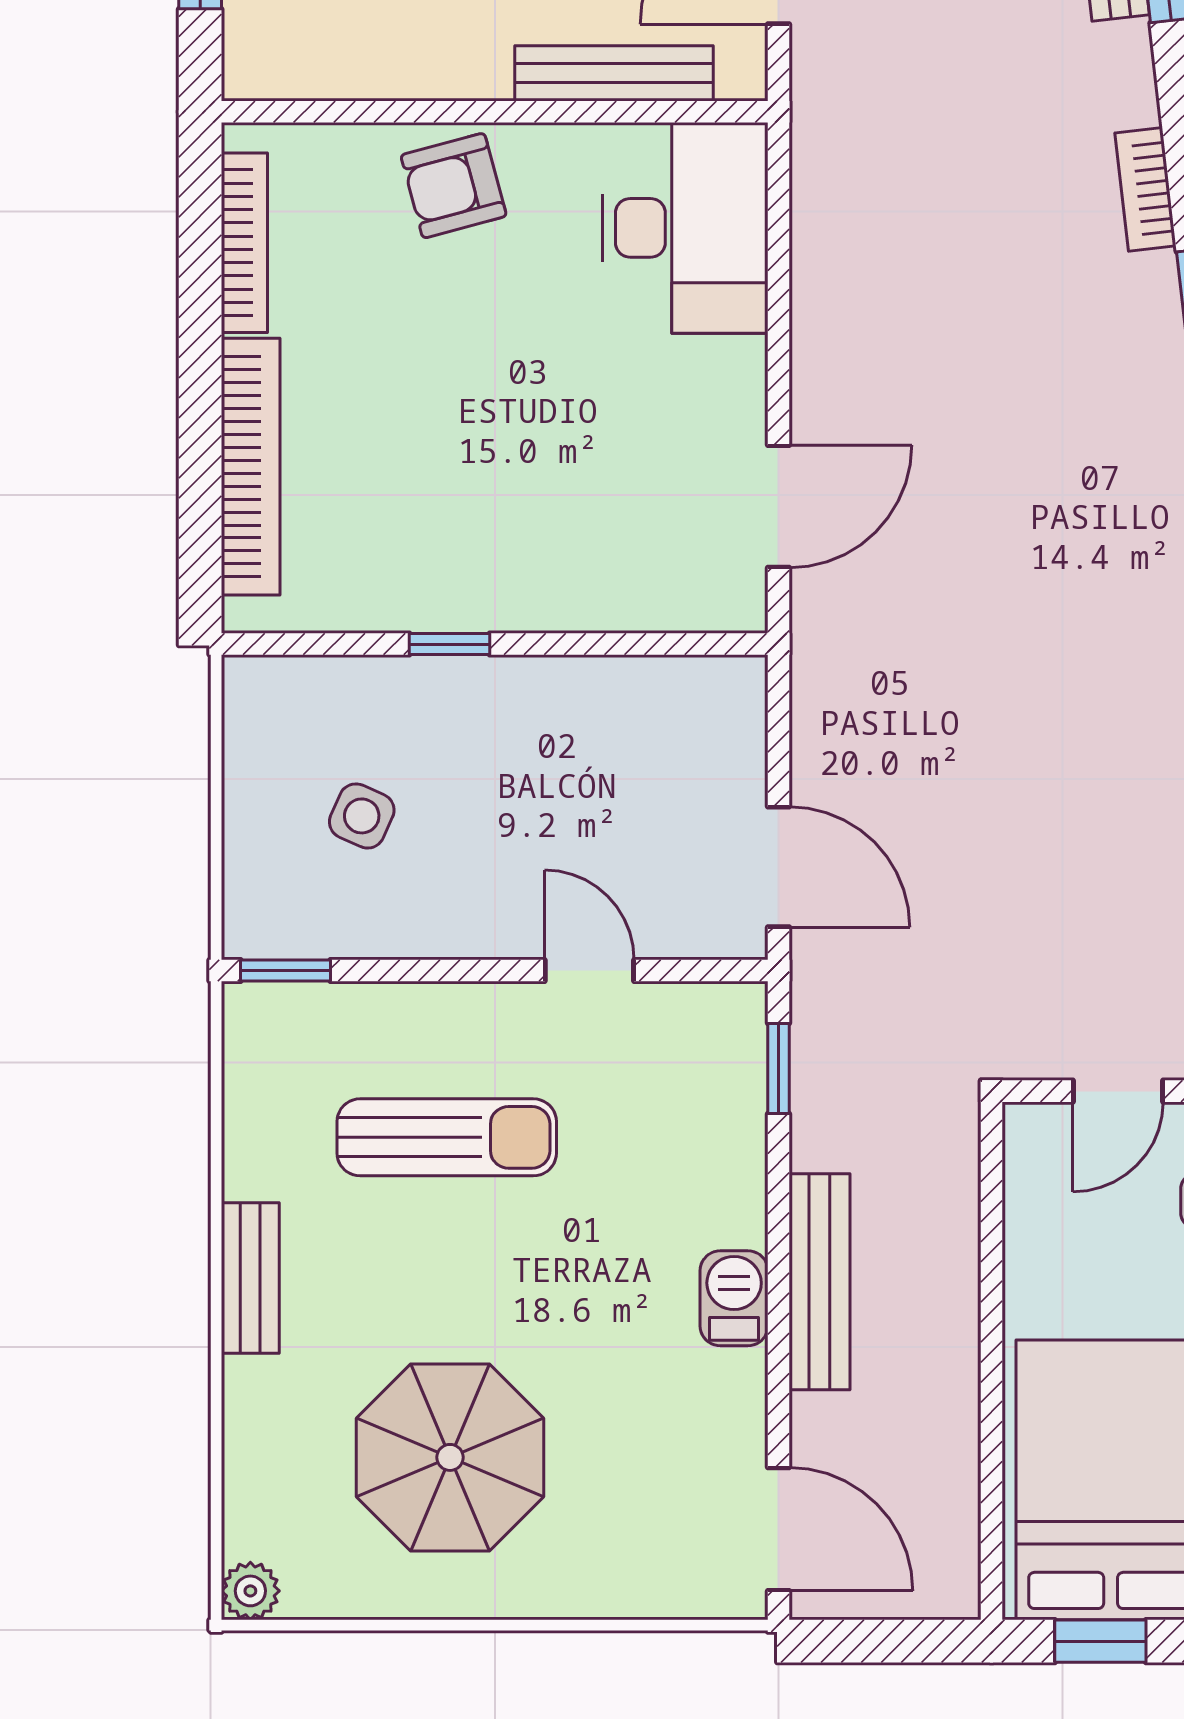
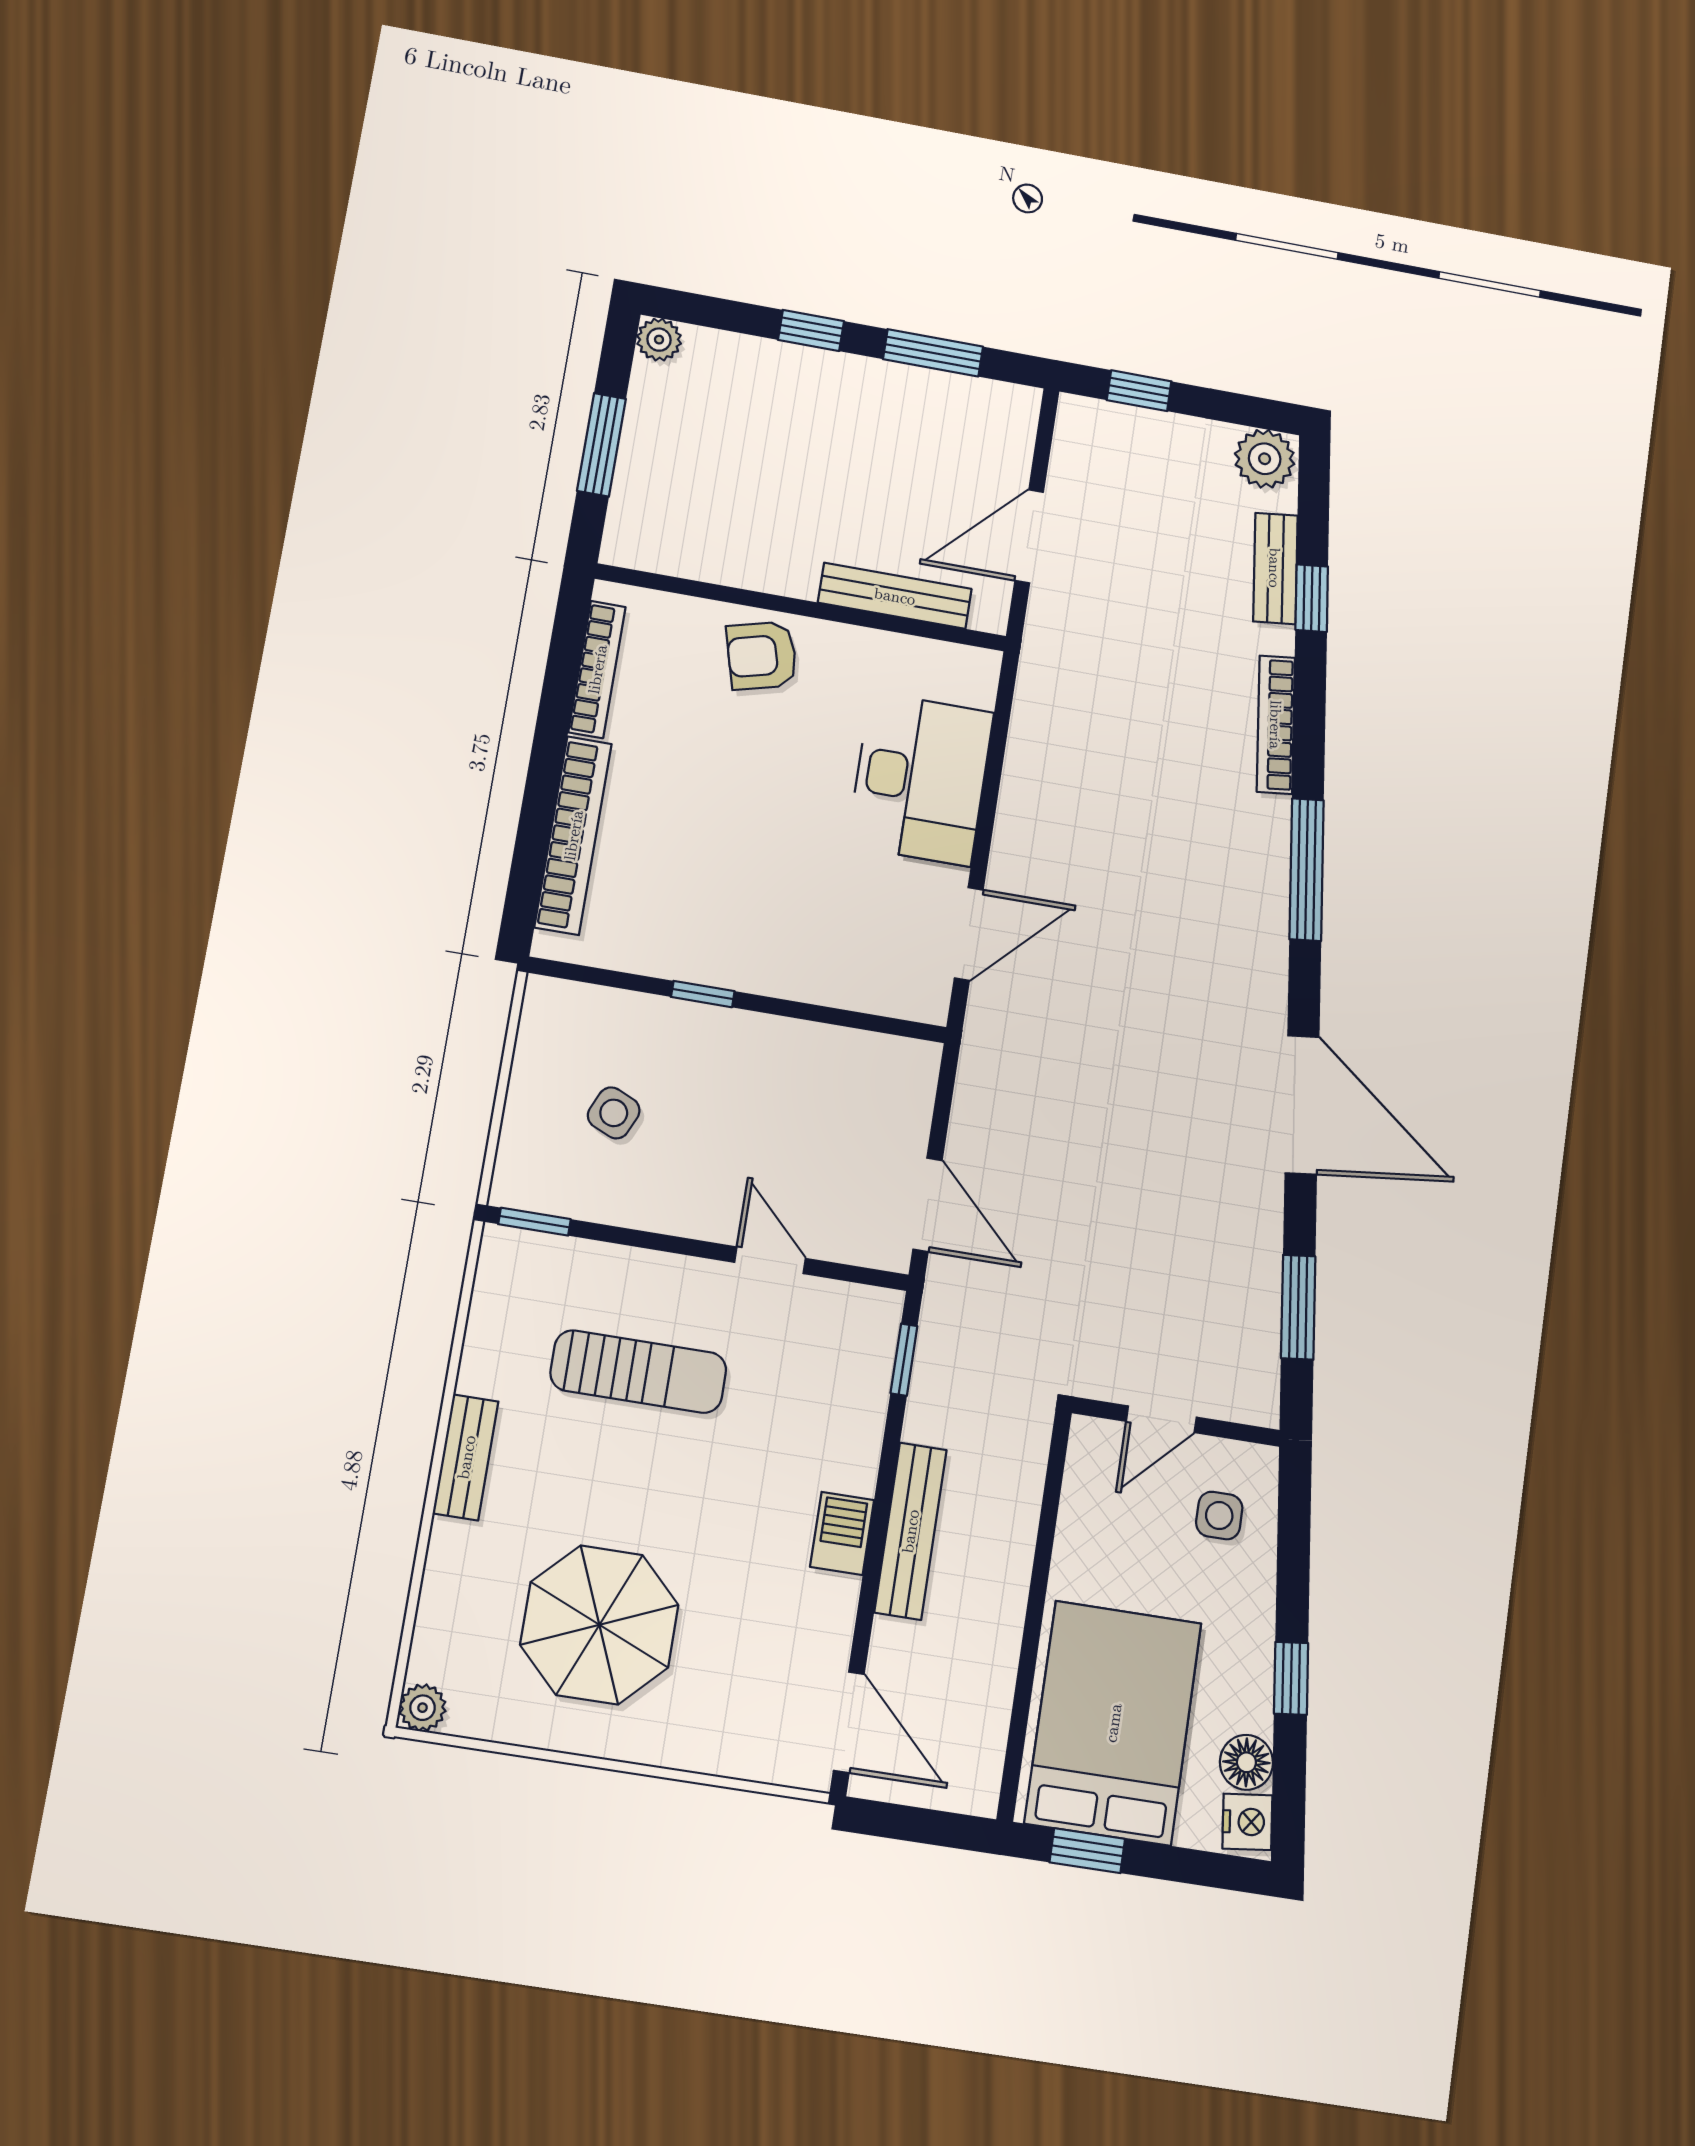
bookcase: (1146, 189) -> (1276, 725), width x1.56
desk: (685, 228) -> (921, 779), moved

